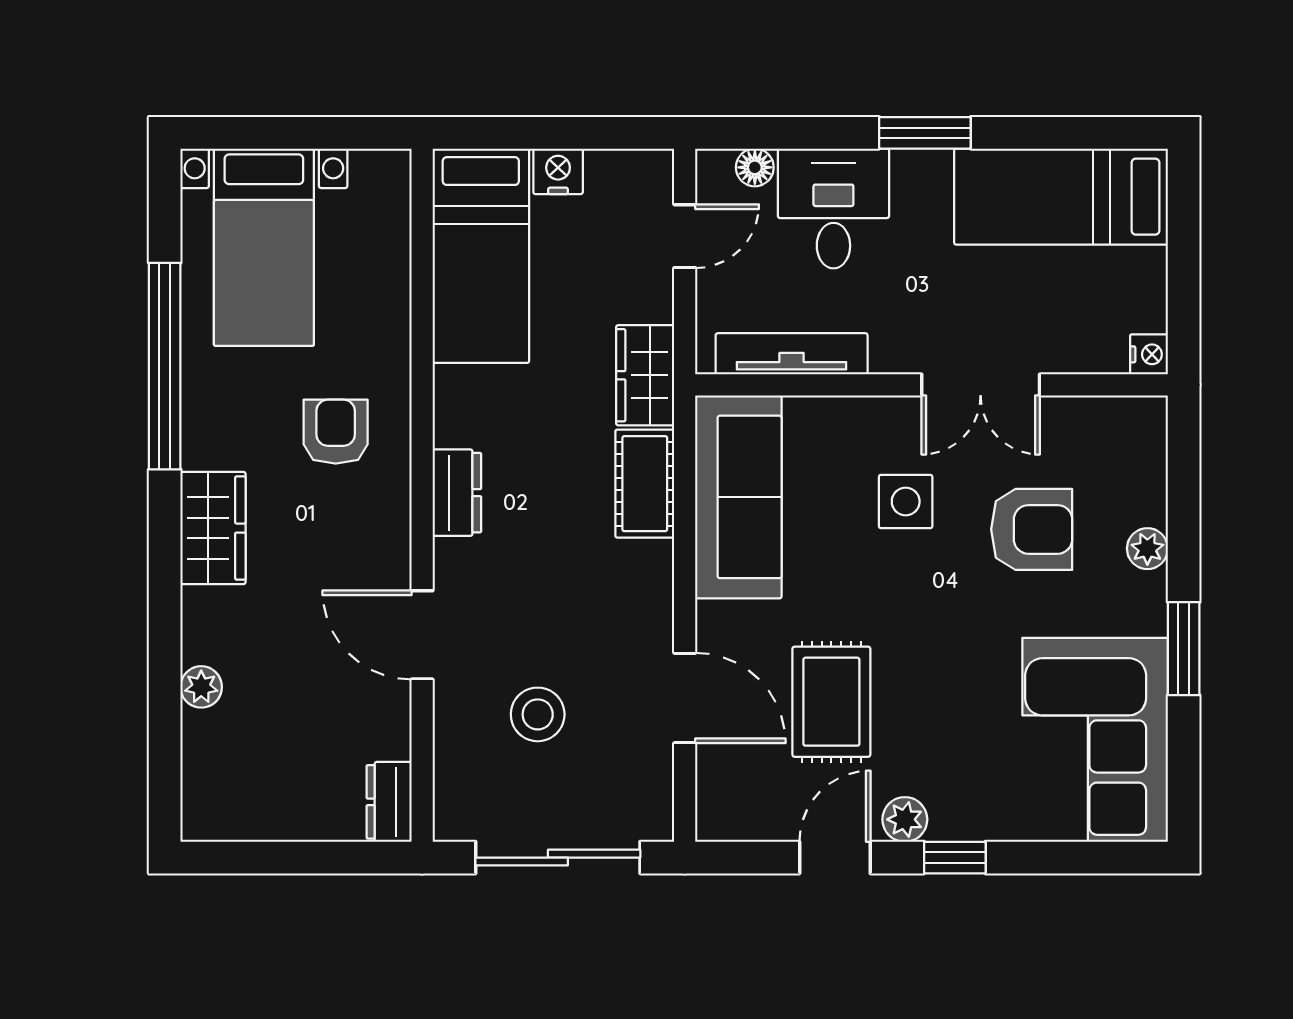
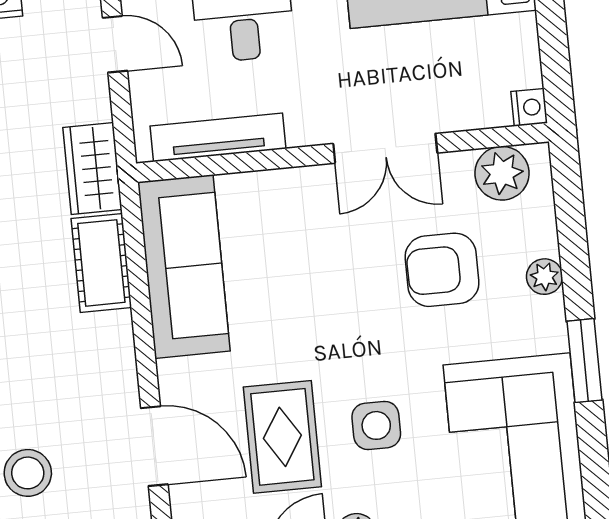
door: (685, 236) -> (115, 44), hinge flipped
plant: (1111, 426) -> (502, 173), added
side table: (906, 501) -> (376, 425), moved
armchair: (1032, 529) -> (442, 270), turned 180

